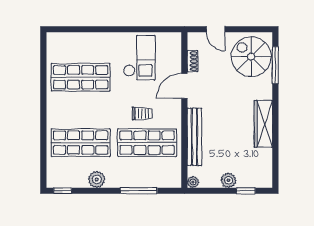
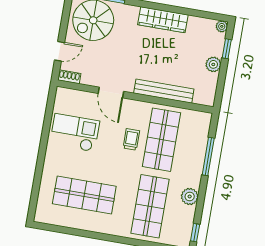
shoe rack: (192, 61) -> (69, 77), moved
shop shelf: (81, 77) -> (84, 195), turned 90
plant: (193, 182) -> (222, 26), moved

